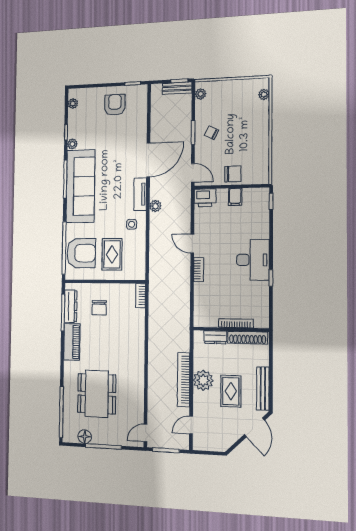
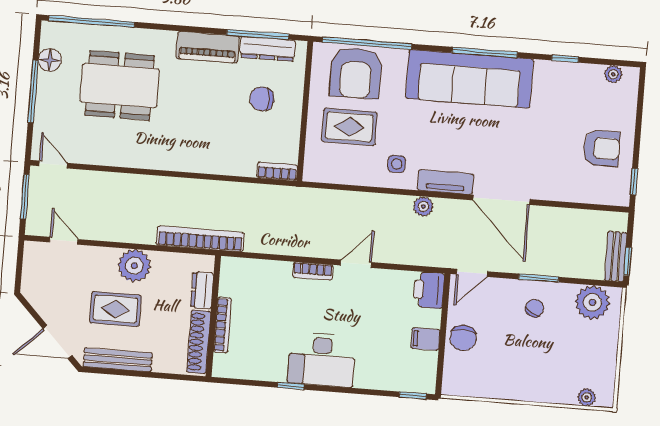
plant: (201, 94) -> (592, 302), width x1.88, depth x1.88
plant: (72, 144) -> (544, 69), removed
bookcase: (184, 380) -> (200, 239), moved

